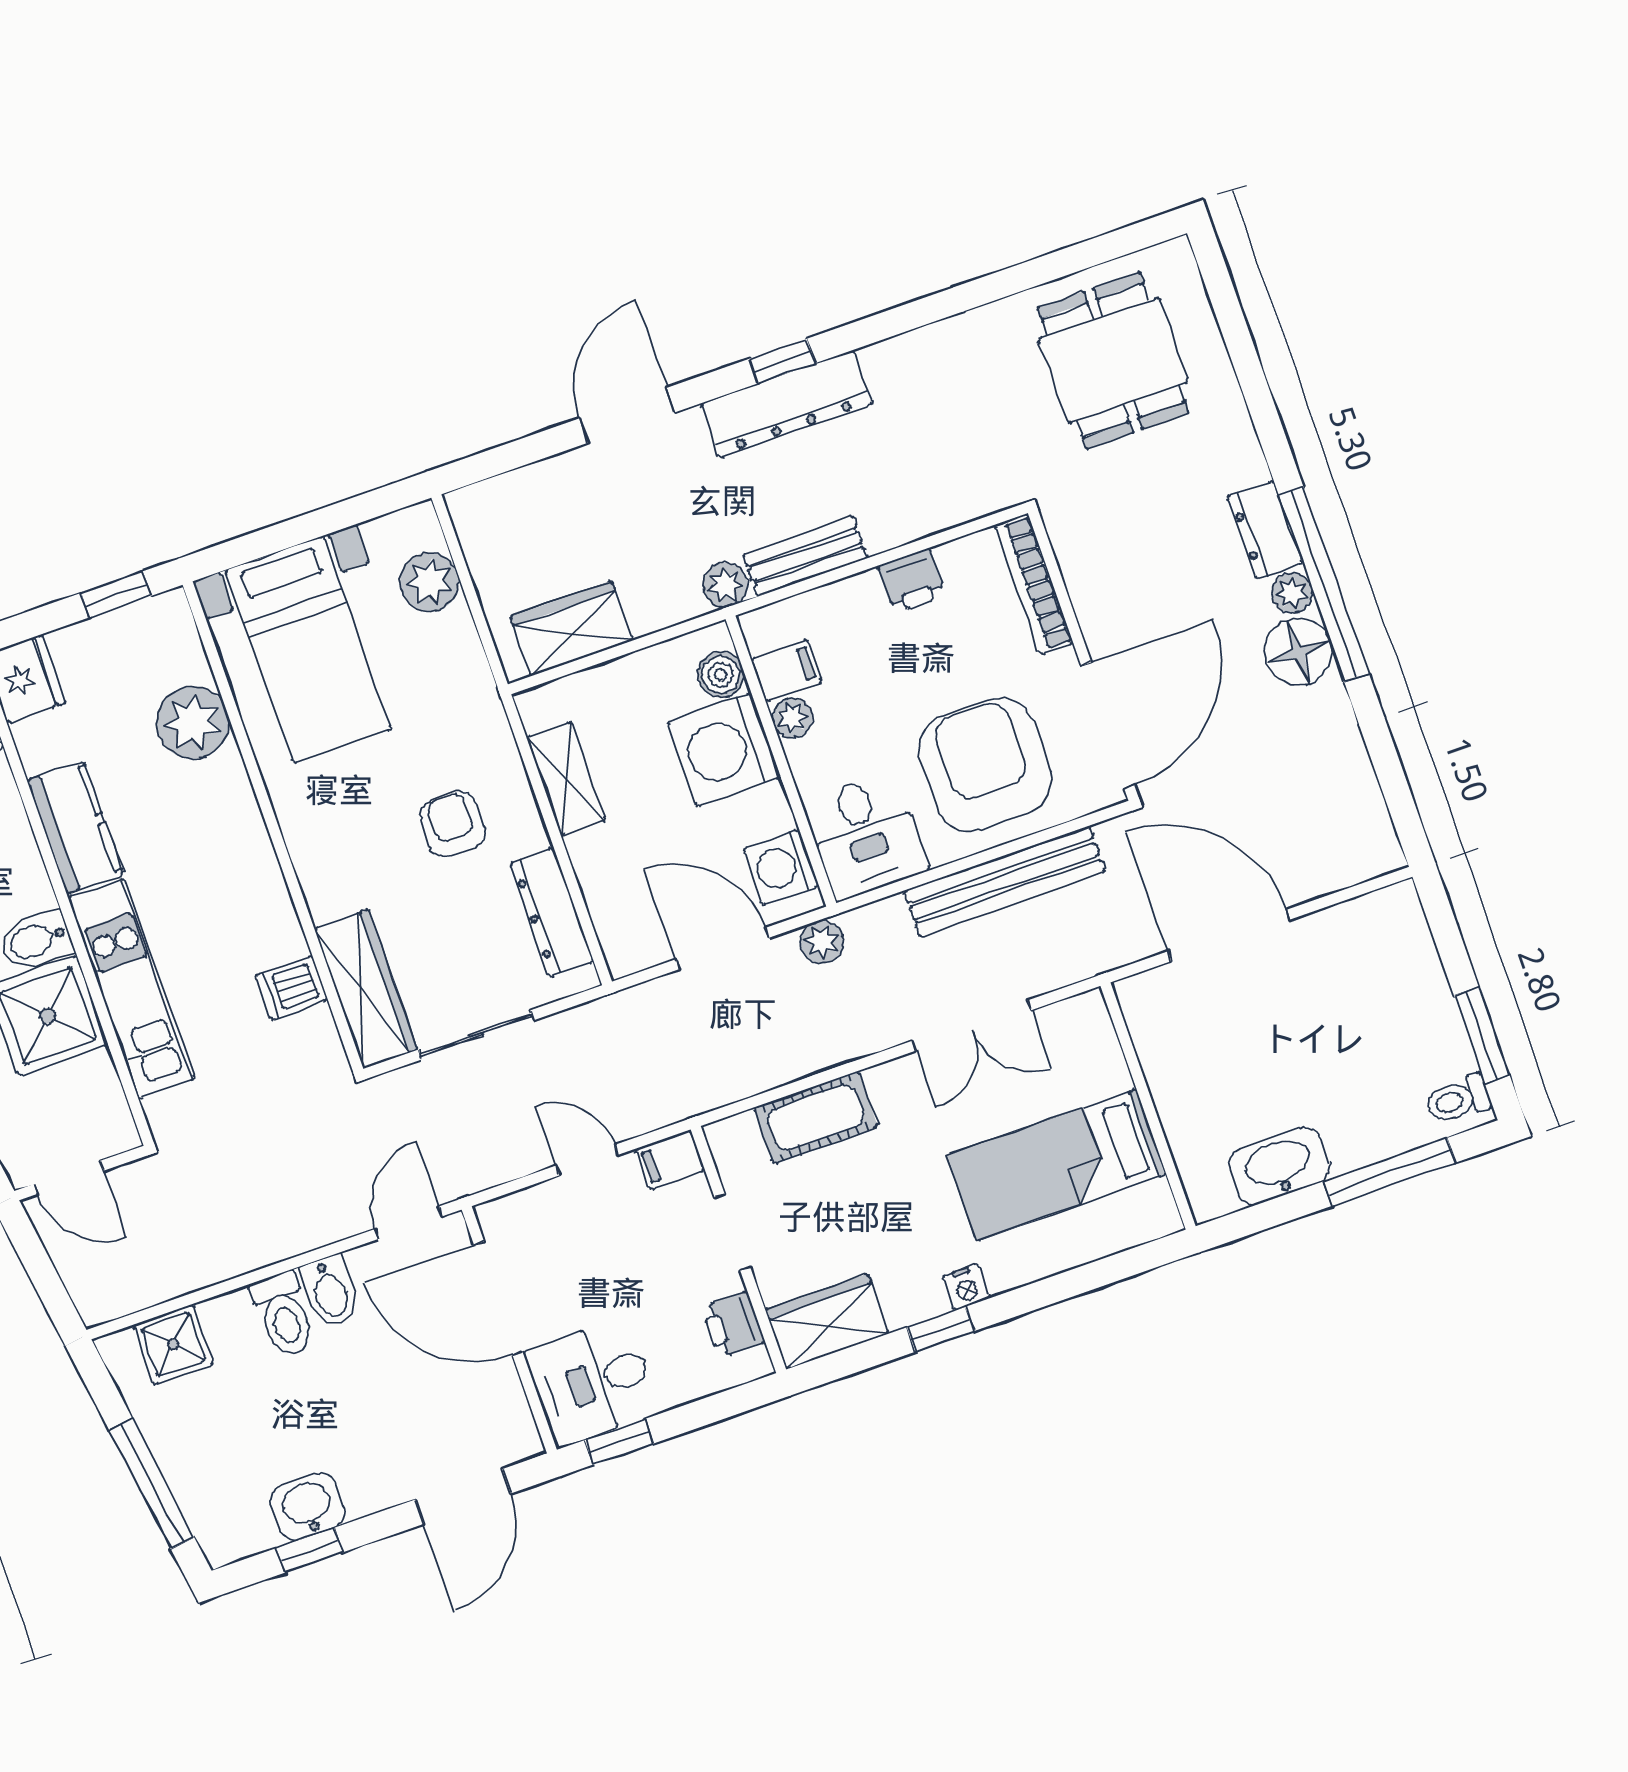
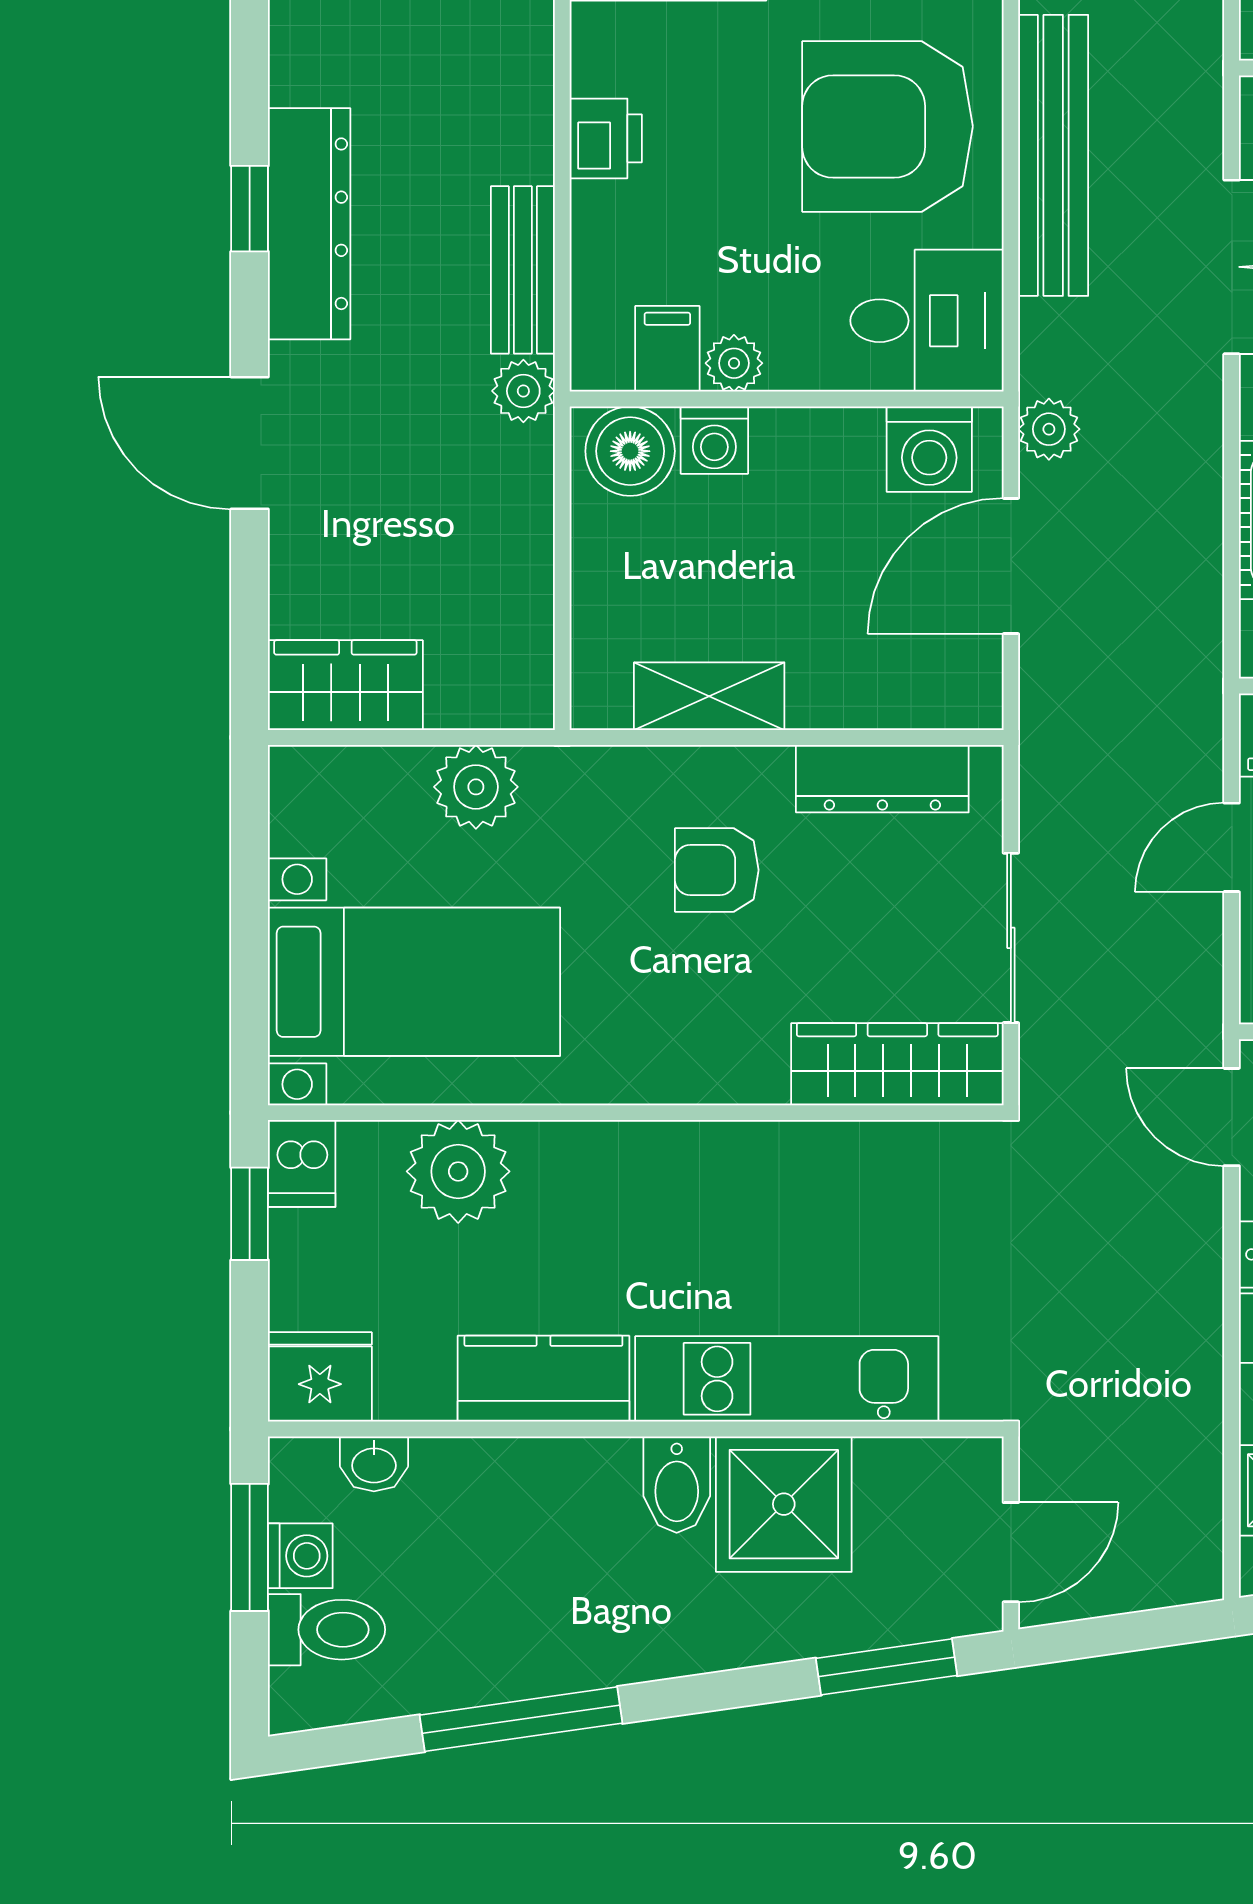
plant: (430, 582) -> (476, 787), moved
wardrobe: (571, 629) -> (345, 685), moved, turned 90
boiler: (721, 675) -> (630, 451), width x1.36, depth x1.36
washing machine: (724, 750) -> (714, 440), width x0.53, depth x0.53
dishwasher: (291, 988) -> (302, 1163), moved

